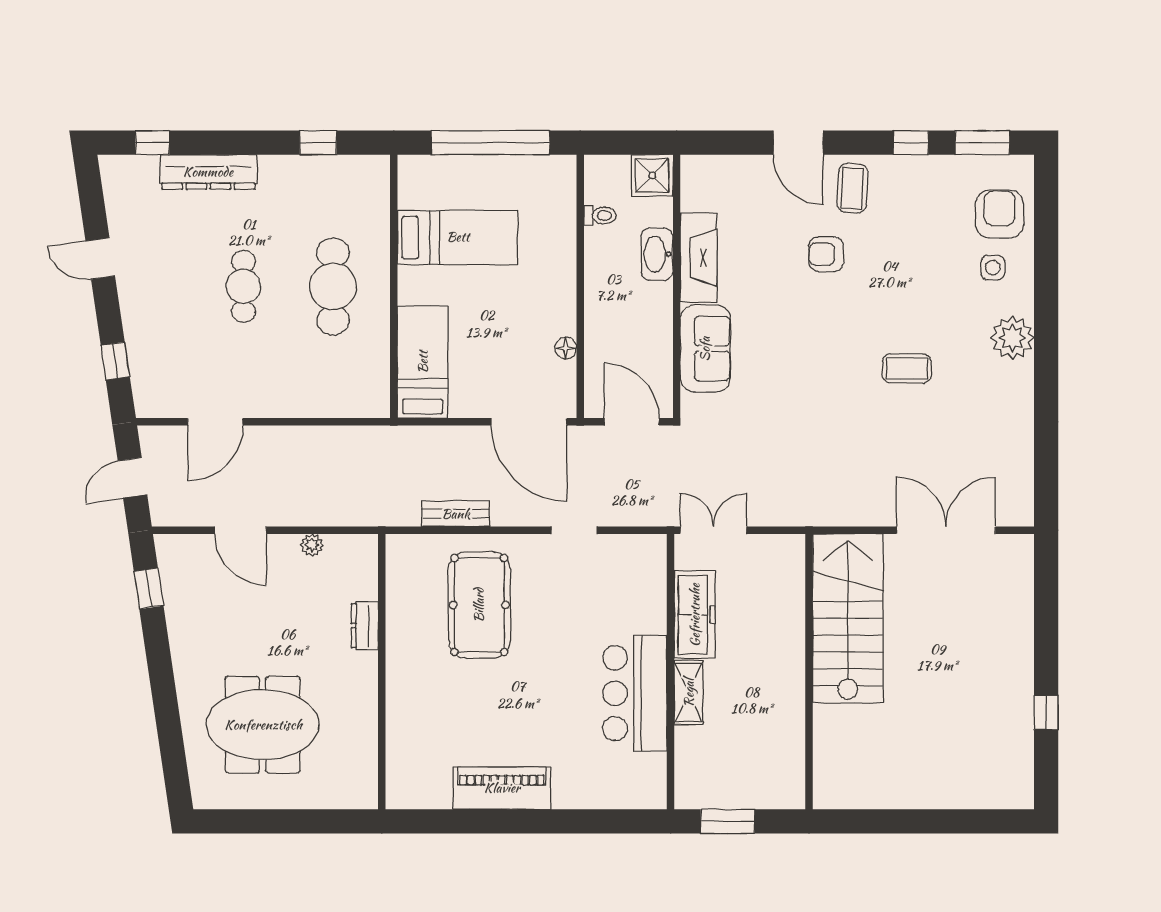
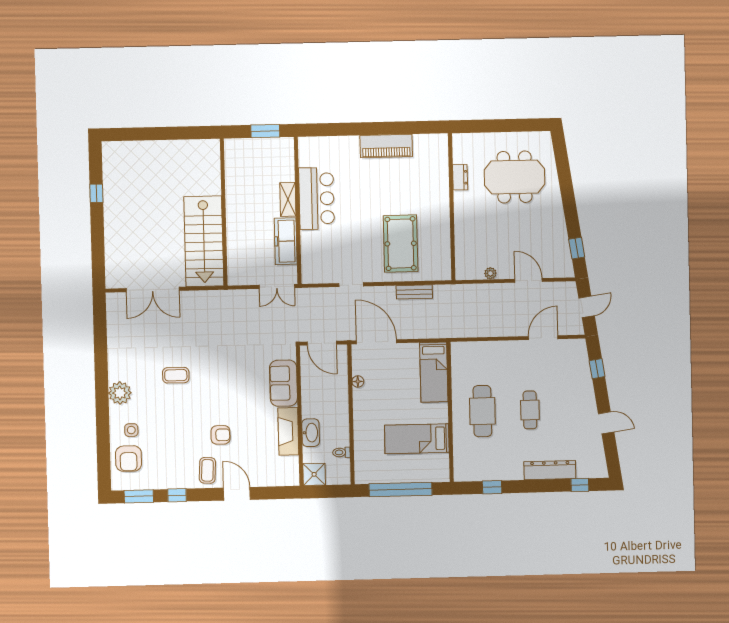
dresser: (365, 626) -> (460, 177), moved

